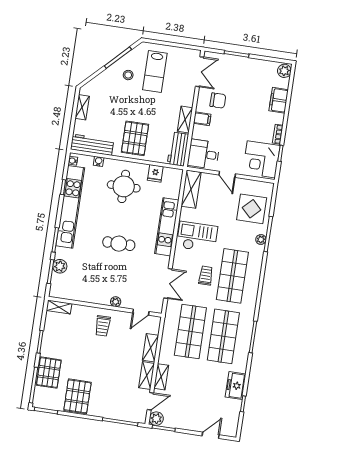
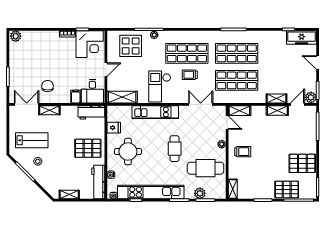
filing cabinet: (279, 100) -> (40, 37), removed
shelving: (185, 119) -> (49, 110), moved
filing cabinet: (202, 119) -> (76, 97), moved
cafe table: (89, 278) -> (206, 168), added
shelving: (151, 348) -> (239, 111), moved
freezer: (236, 386) -> (302, 38), moved, width x1.40
door: (150, 401) -> (298, 104), hinge flipped
door: (211, 435) -> (318, 63), moved

